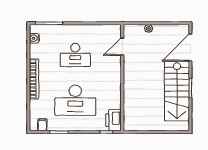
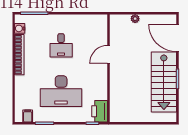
door: (122, 47) -> (108, 54), moved
door: (190, 48) -> (177, 38), hinge flipped
desk: (75, 55) -> (61, 45), width x0.73
bookcase: (34, 79) -> (19, 55), moved

